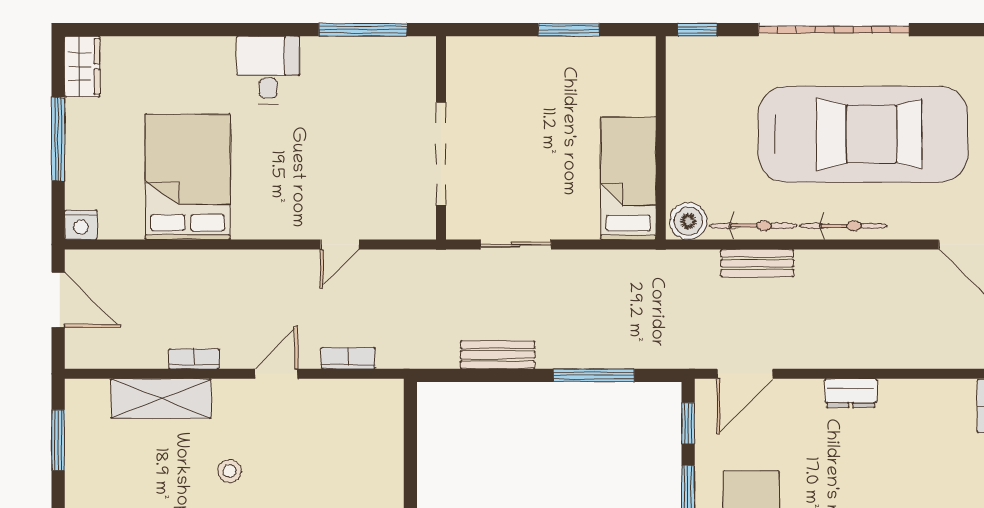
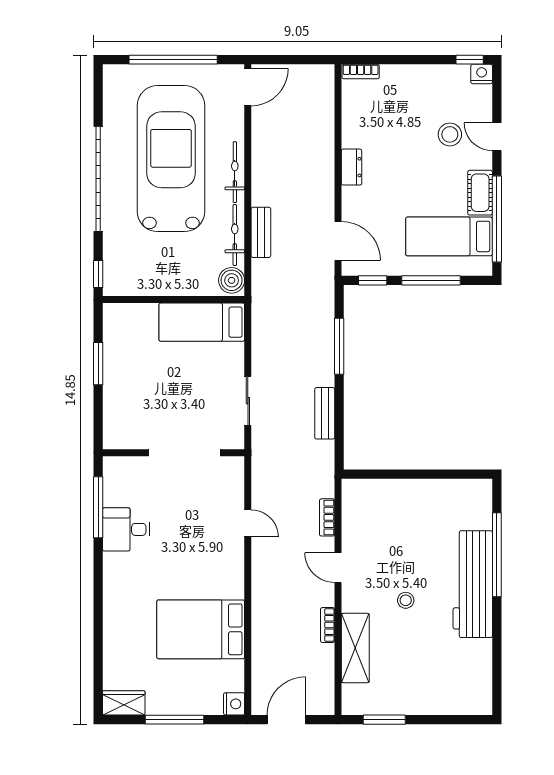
desk: (268, 70) -> (126, 529), moved

